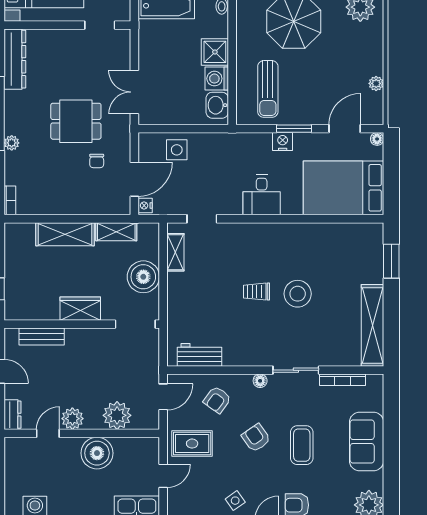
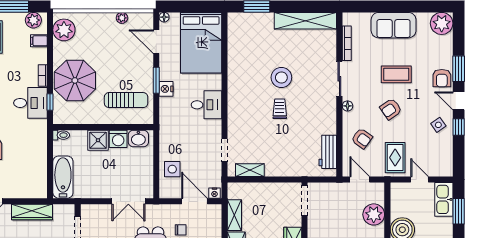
boiler: (143, 277) -> (269, 195), removed
trolley: (256, 292) -> (280, 109), turned 180

